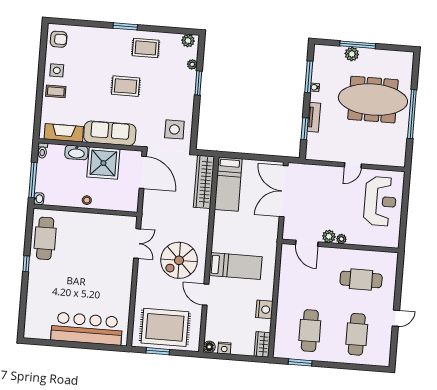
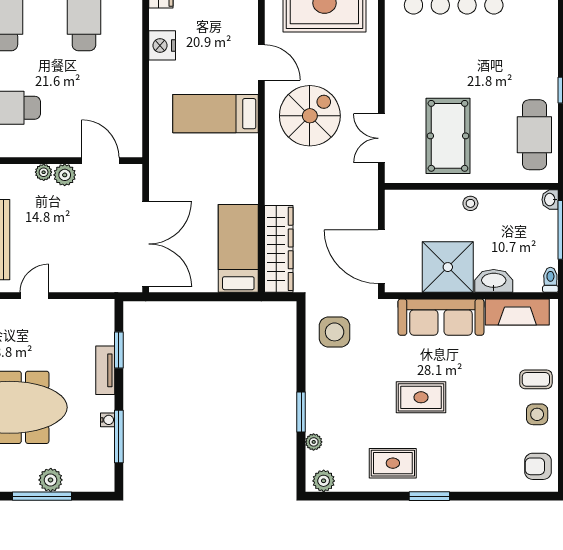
pool table: (97, 242) -> (448, 136), added

